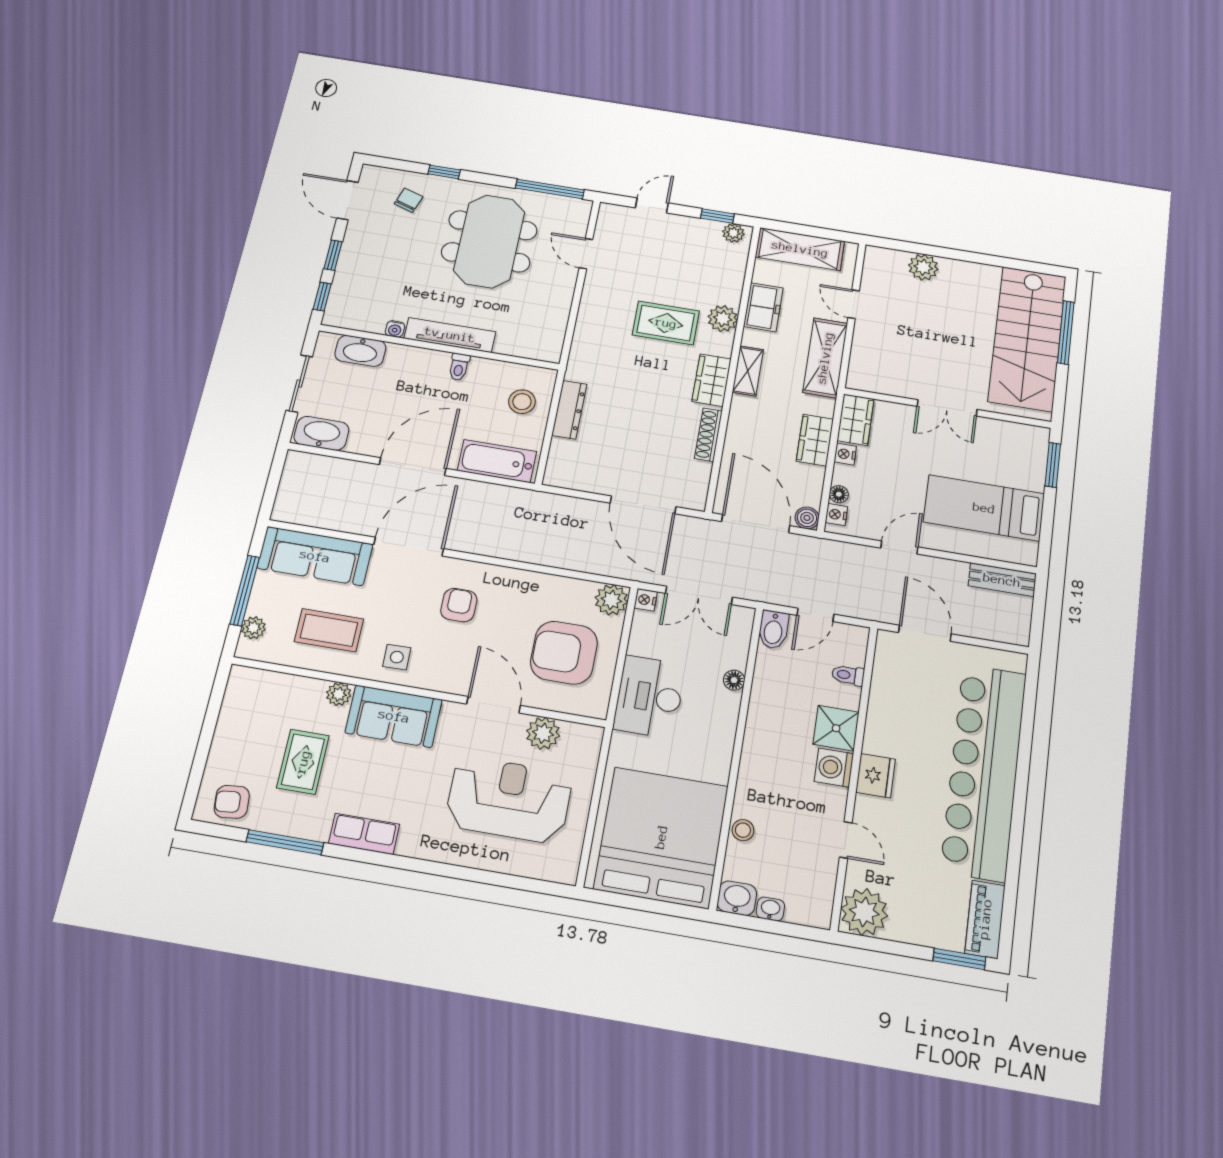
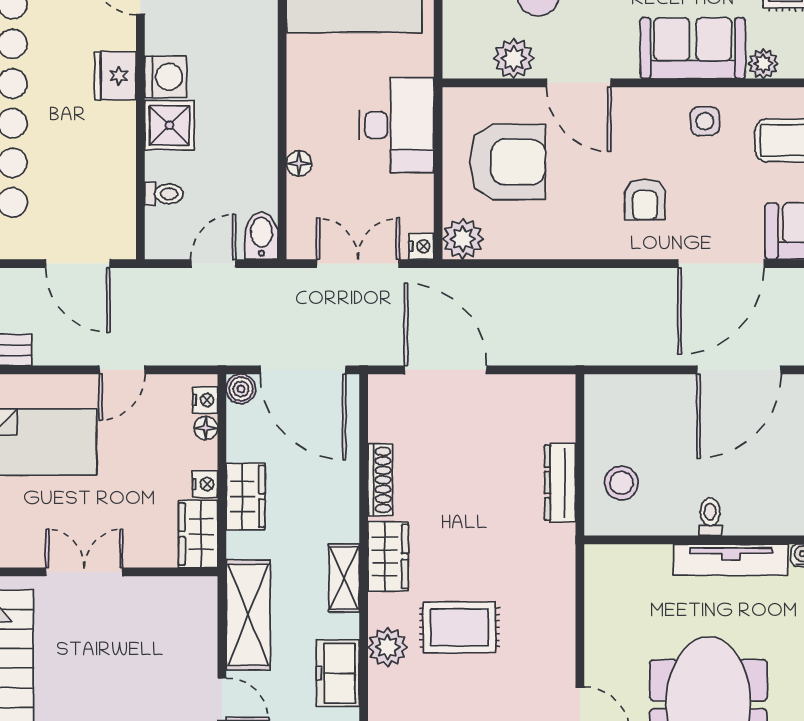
bathtub: (497, 461) -> (637, 396), removed

